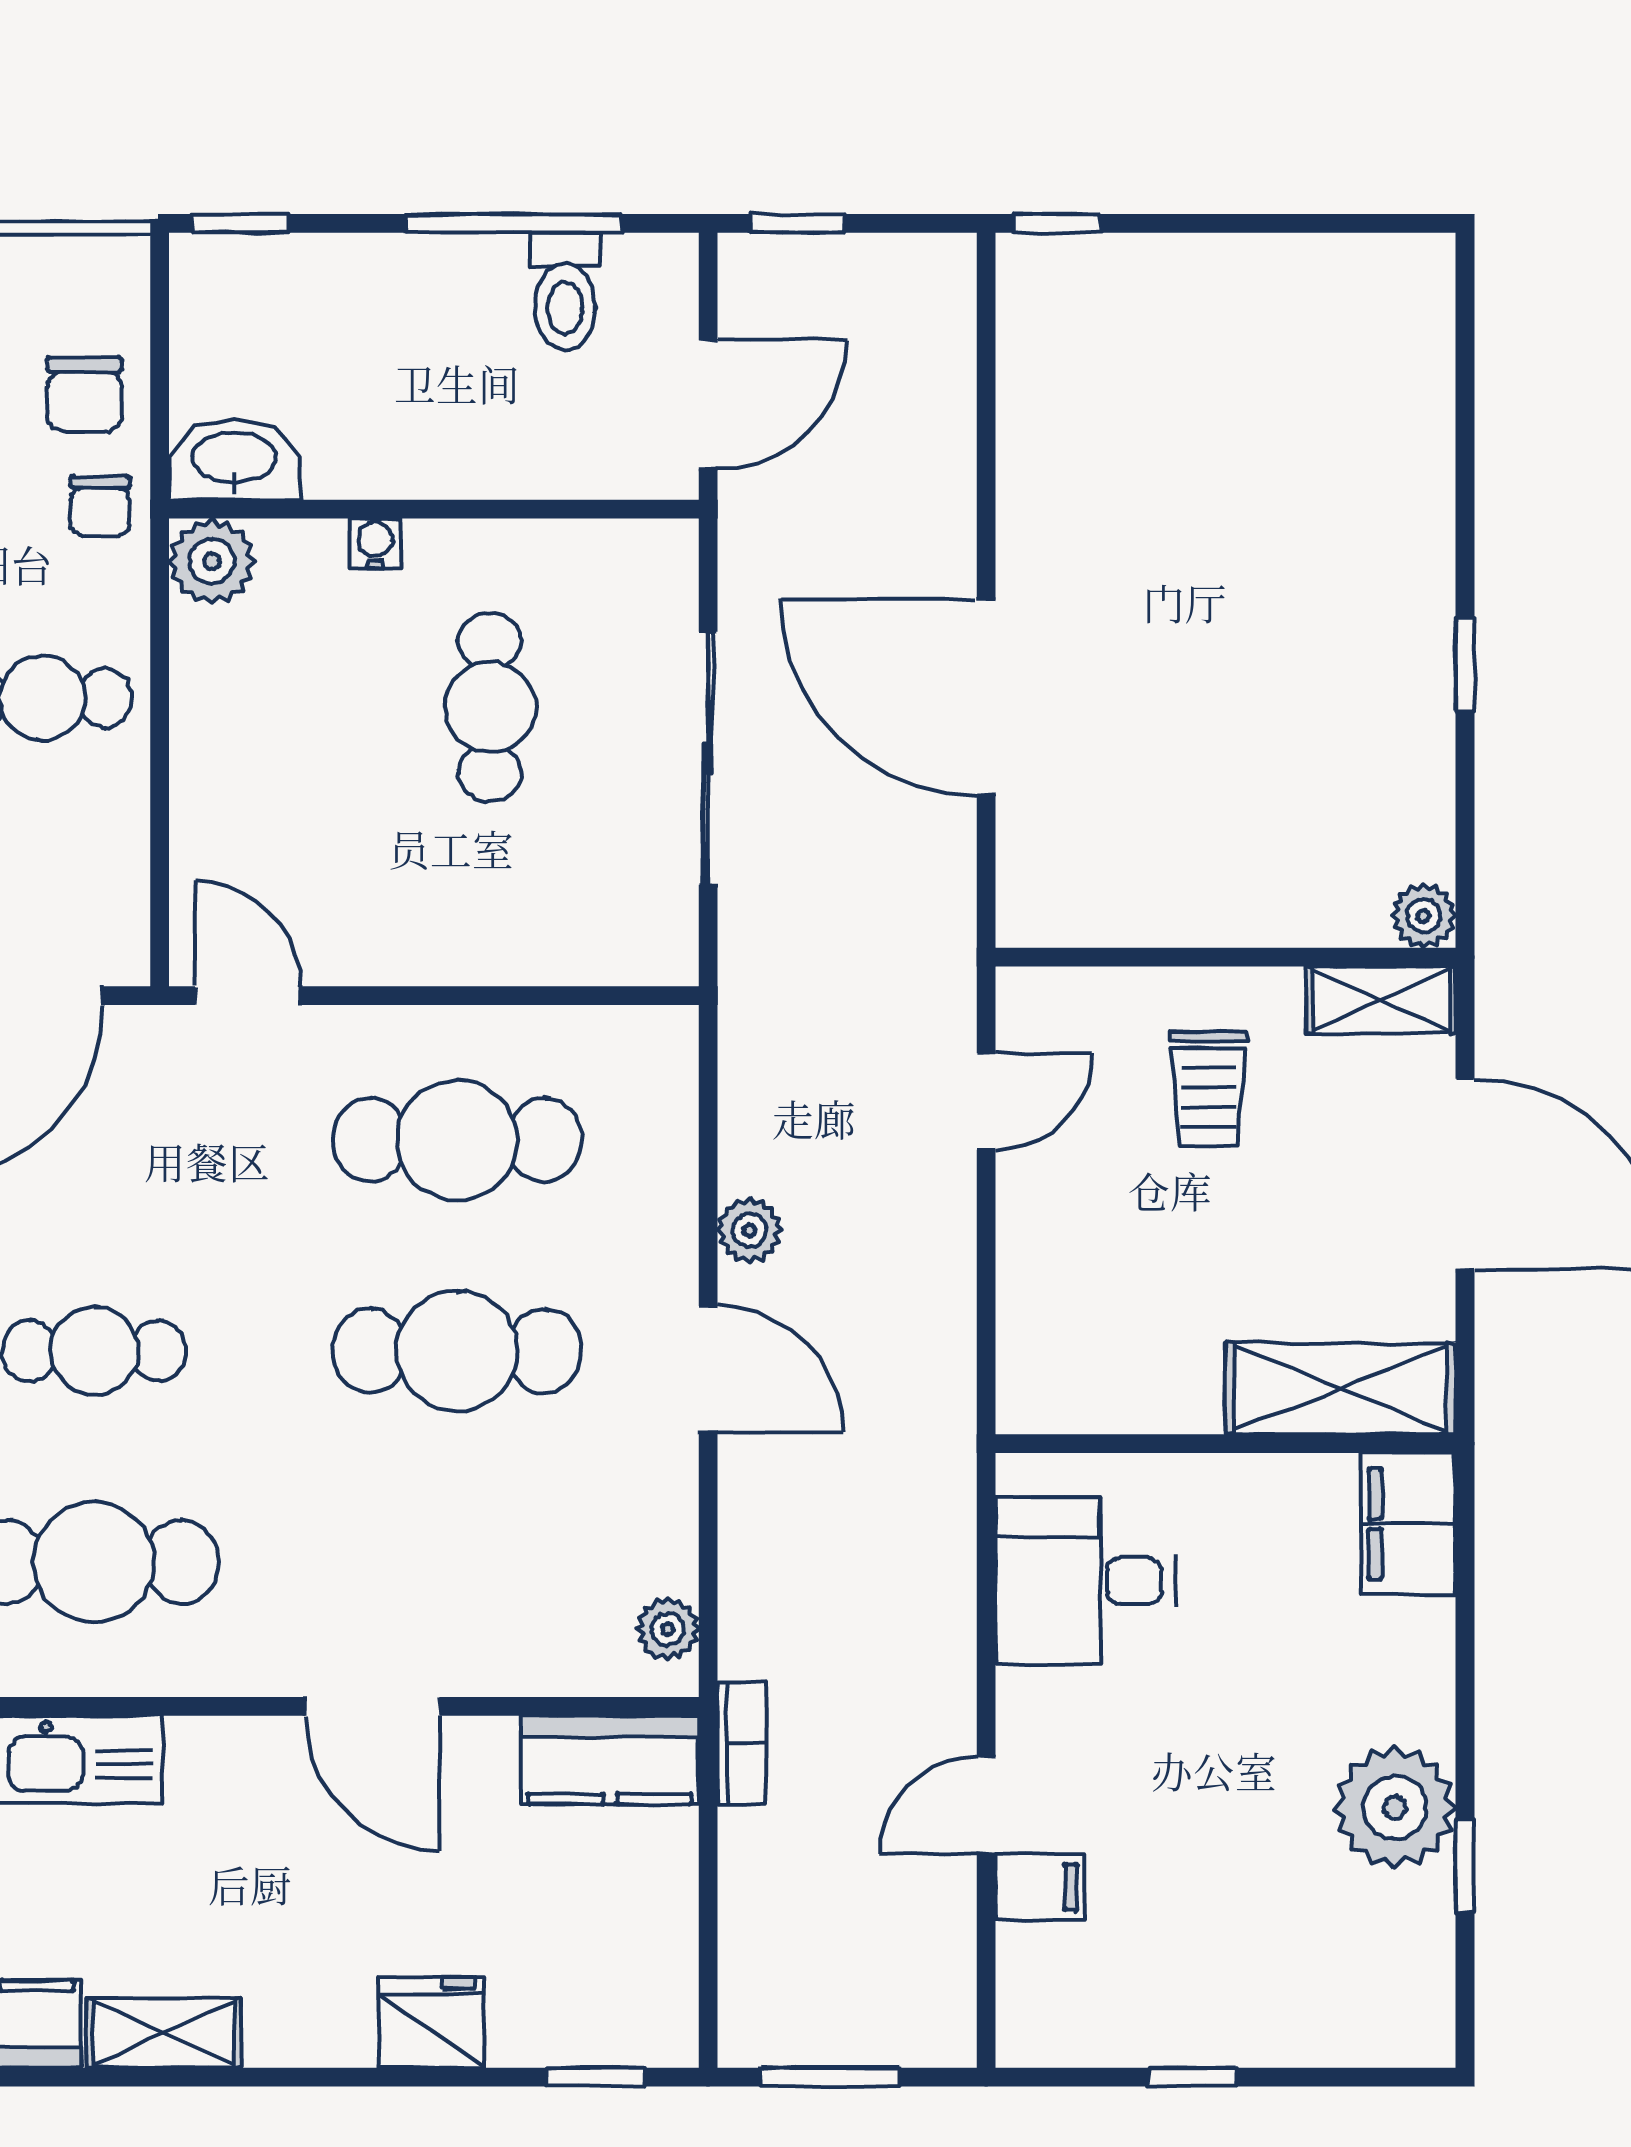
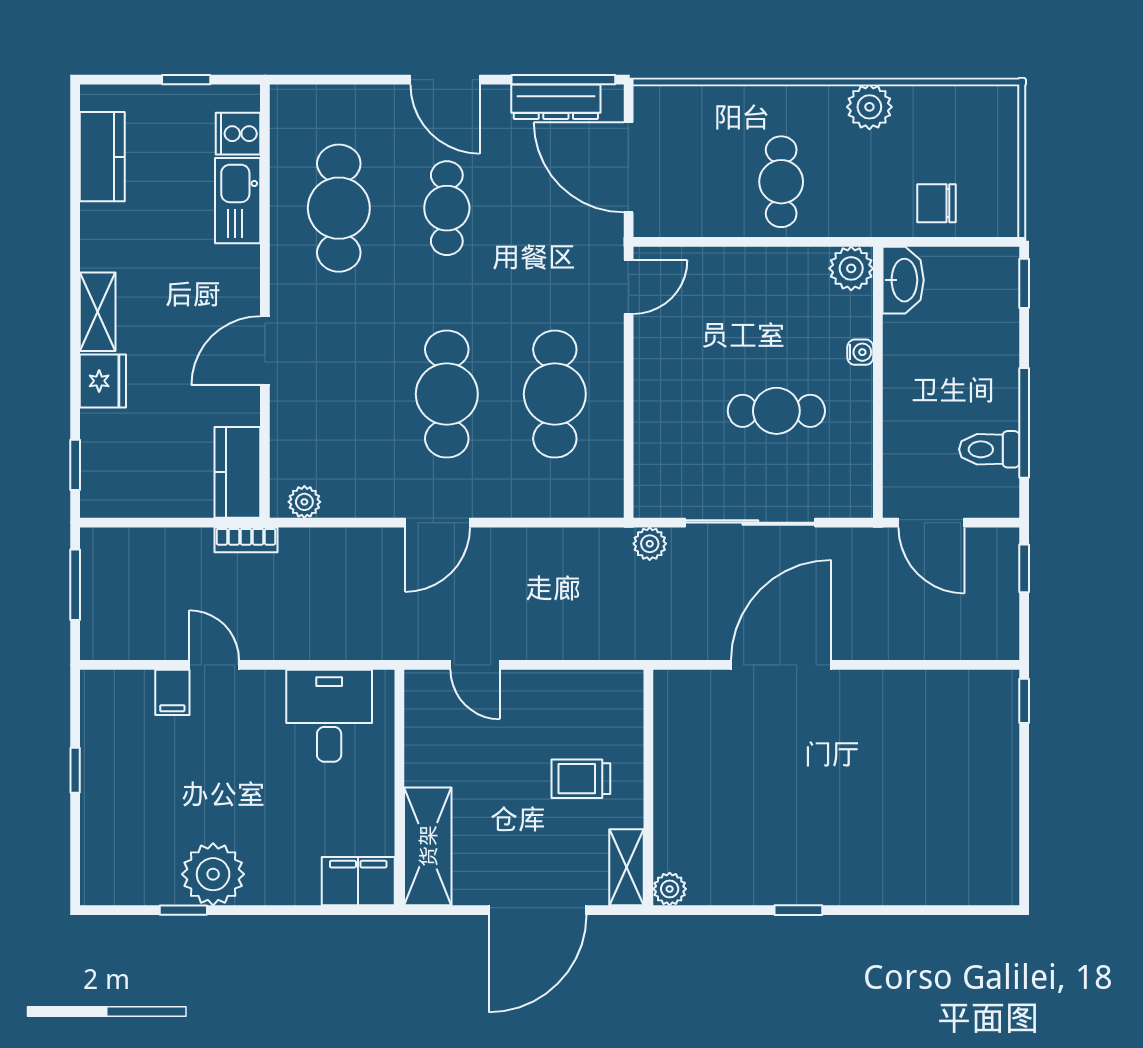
chair: (100, 506) -> (879, 211), removed
door: (986, 1101) -> (475, 665), moved
plant: (749, 1230) -> (650, 544), moved
shelving: (164, 2033) -> (98, 312), moved

